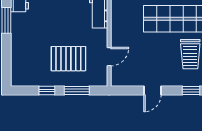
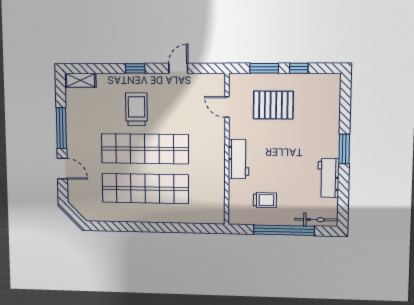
door: (109, 57) -> (227, 107), hinge flipped

